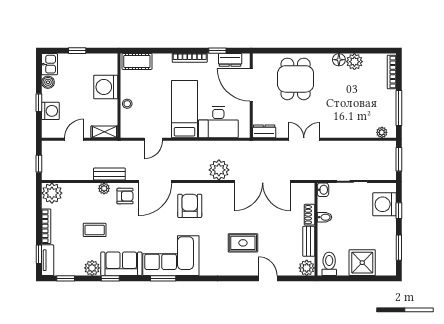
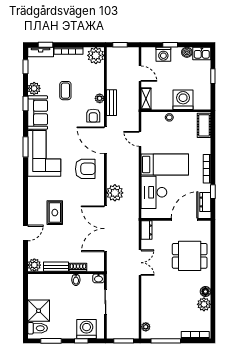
toilet: (329, 264) -> (38, 328), moved

